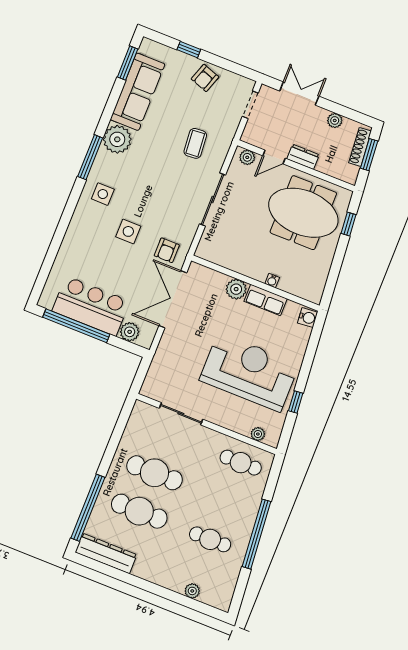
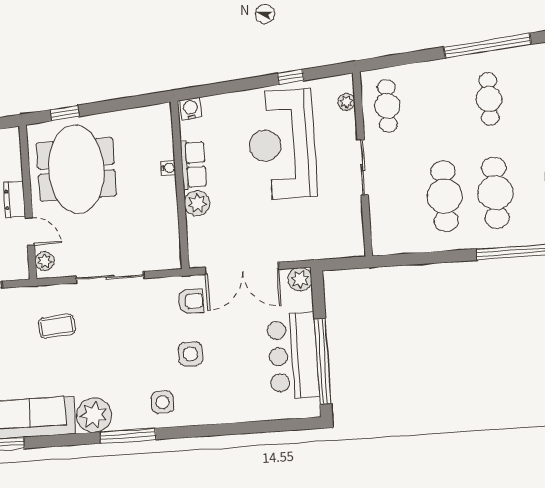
plant: (130, 332) -> (300, 279), moved
sliding door: (181, 414) -> (363, 167), moved
window: (256, 534) -> (487, 46), moved

